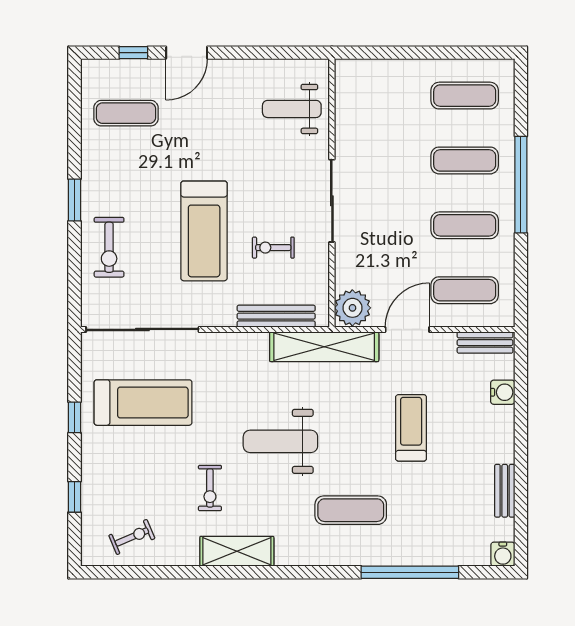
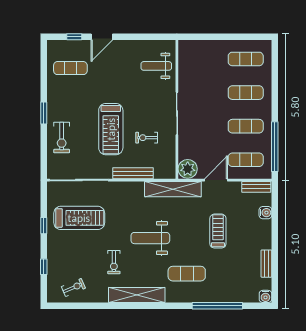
window: (521, 185) -> (275, 147), moved
bench: (276, 316) -> (133, 173), moved
shelving: (237, 551) -> (137, 295), width x1.47

